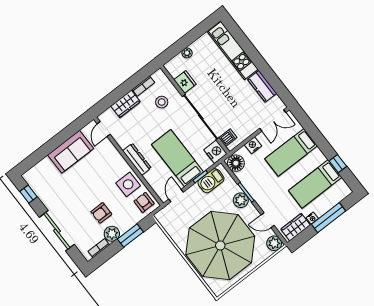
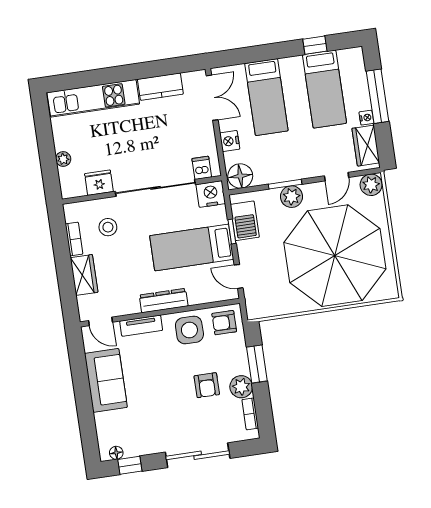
tv unit: (115, 154) -> (141, 326), added
floor lamp: (31, 182) -> (116, 453), added

